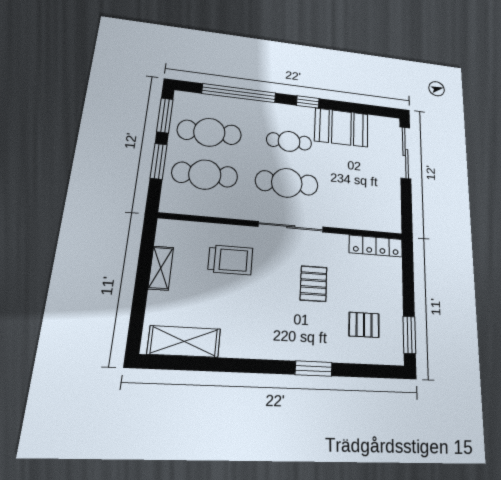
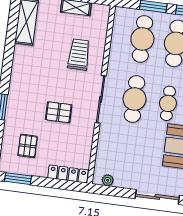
plant: (394, 213) -> (108, 180), added
locker: (376, 246) -> (68, 174), moved, turned 90
trolley: (230, 260) -> (79, 55), turned 180

